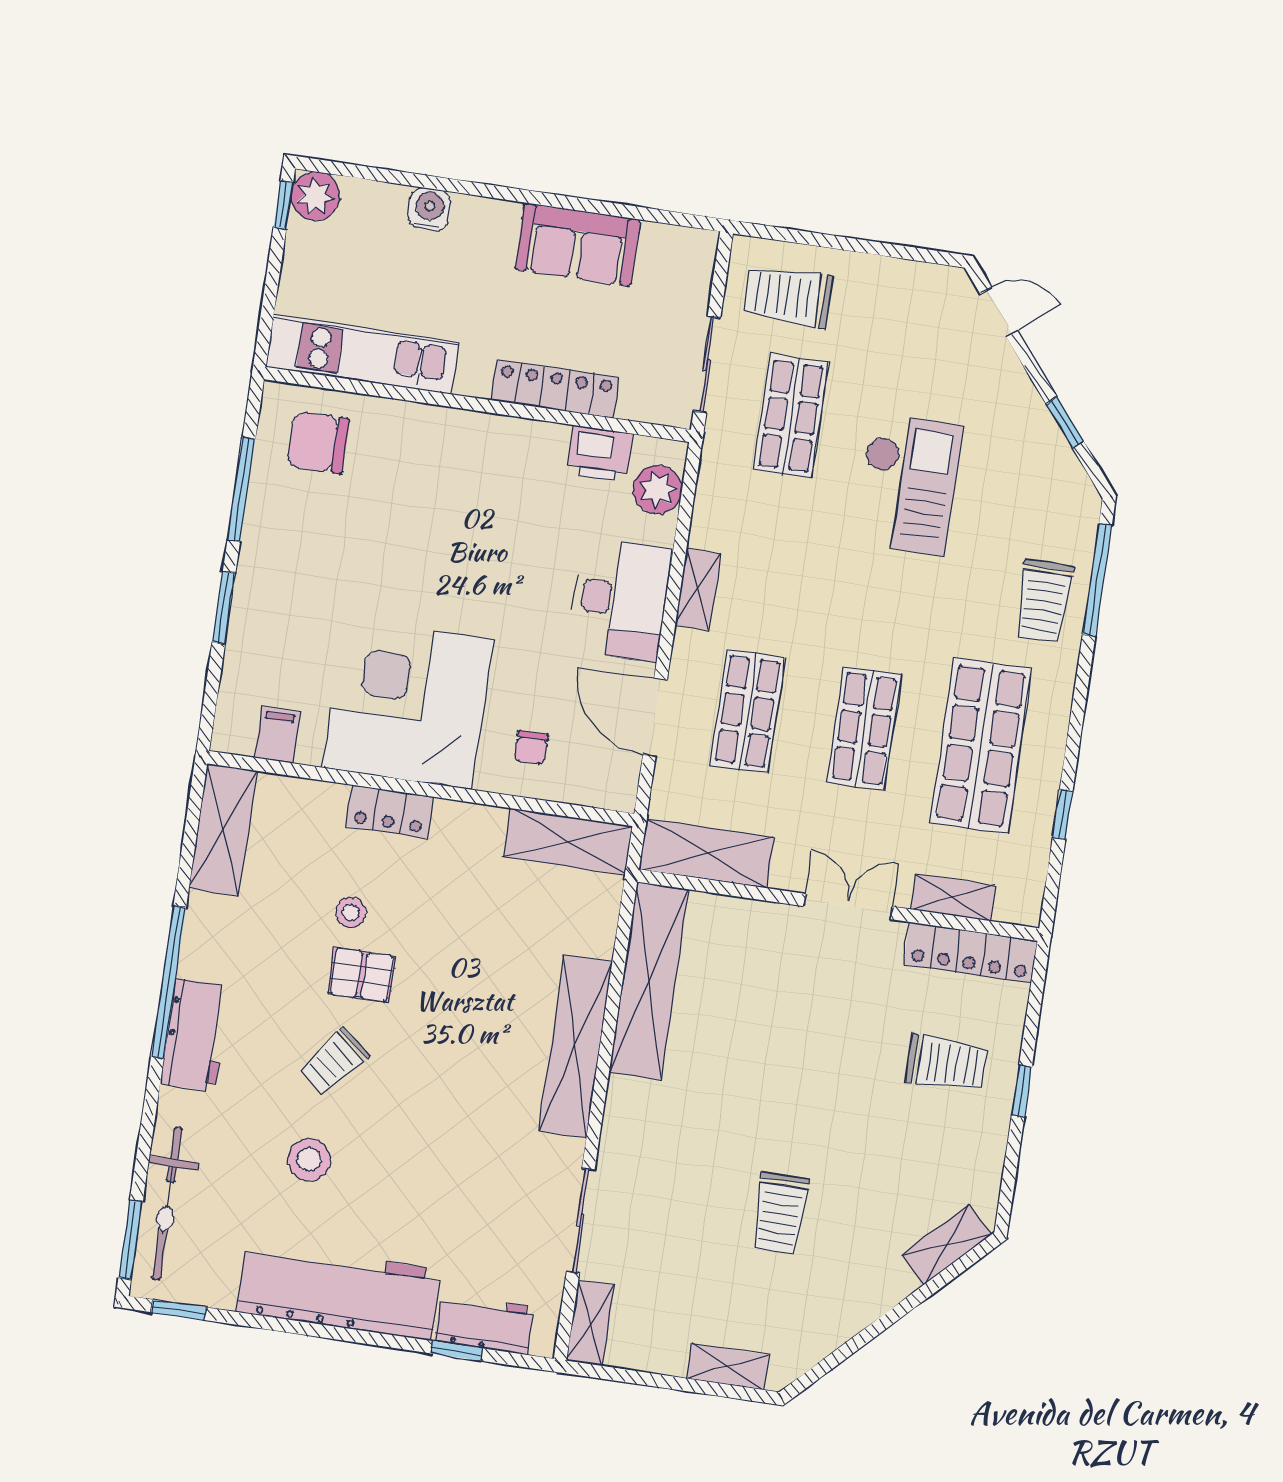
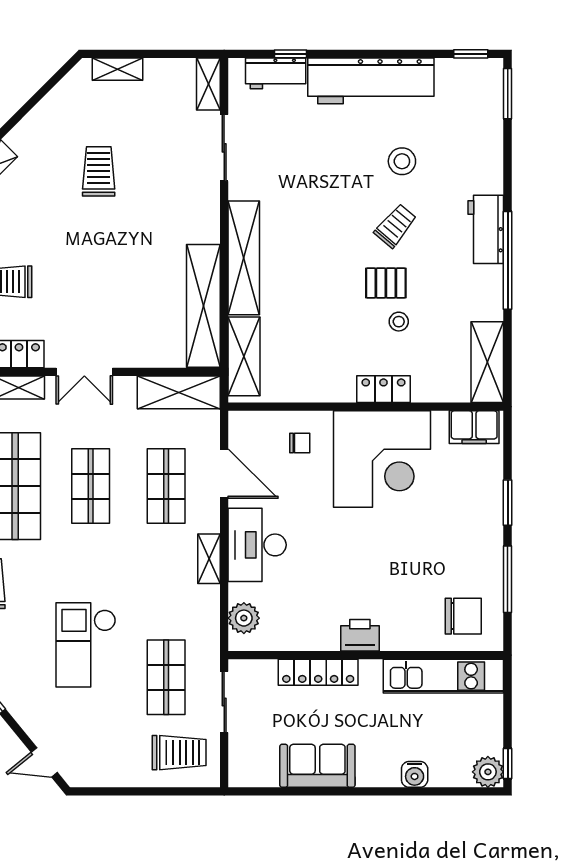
printer: (600, 454) -> (360, 635), moved
filing cabinet: (277, 735) -> (474, 427), width x2.00
chair: (531, 747) -> (300, 443), turned 90
shelving: (568, 842) -> (244, 356), moved, turned 90
bicycle: (167, 1203) -> (488, 120), removed

